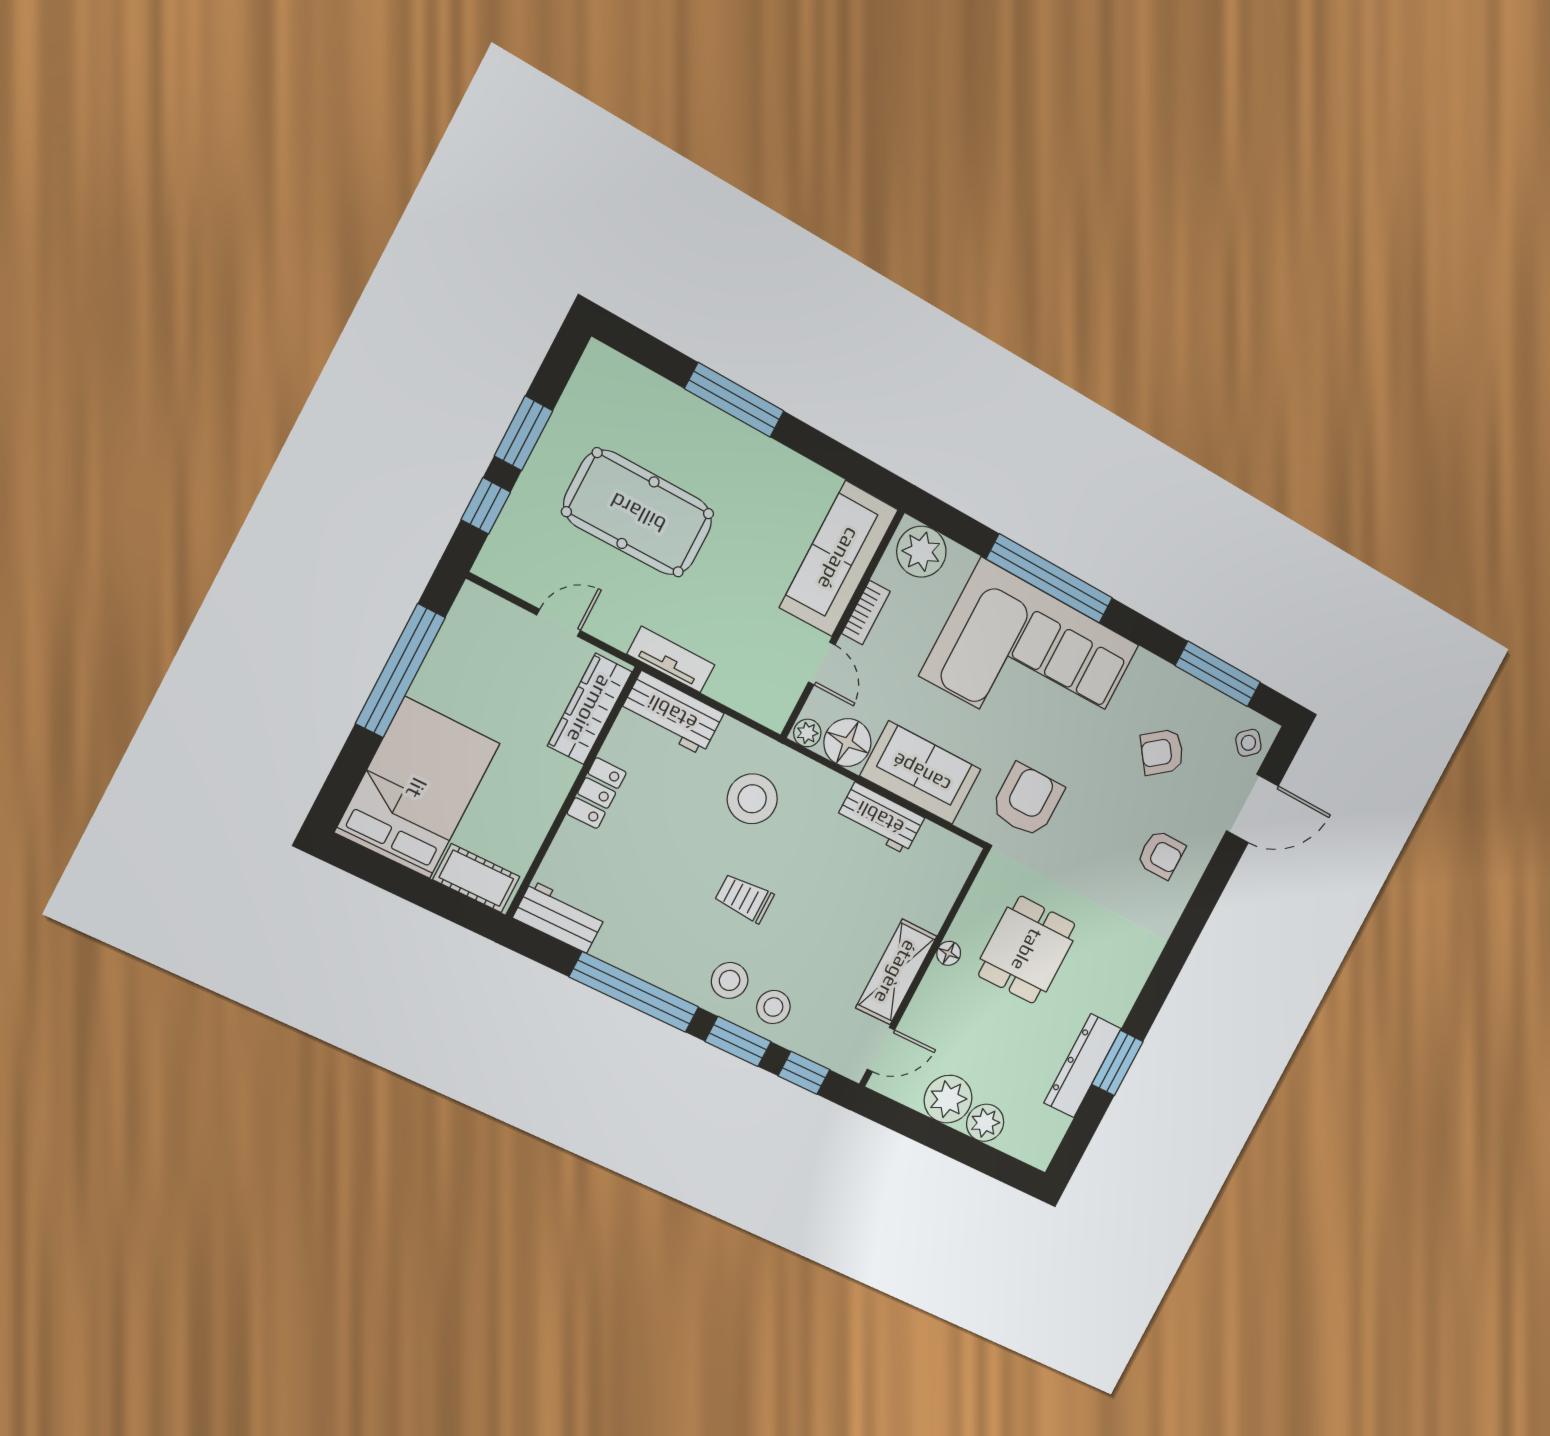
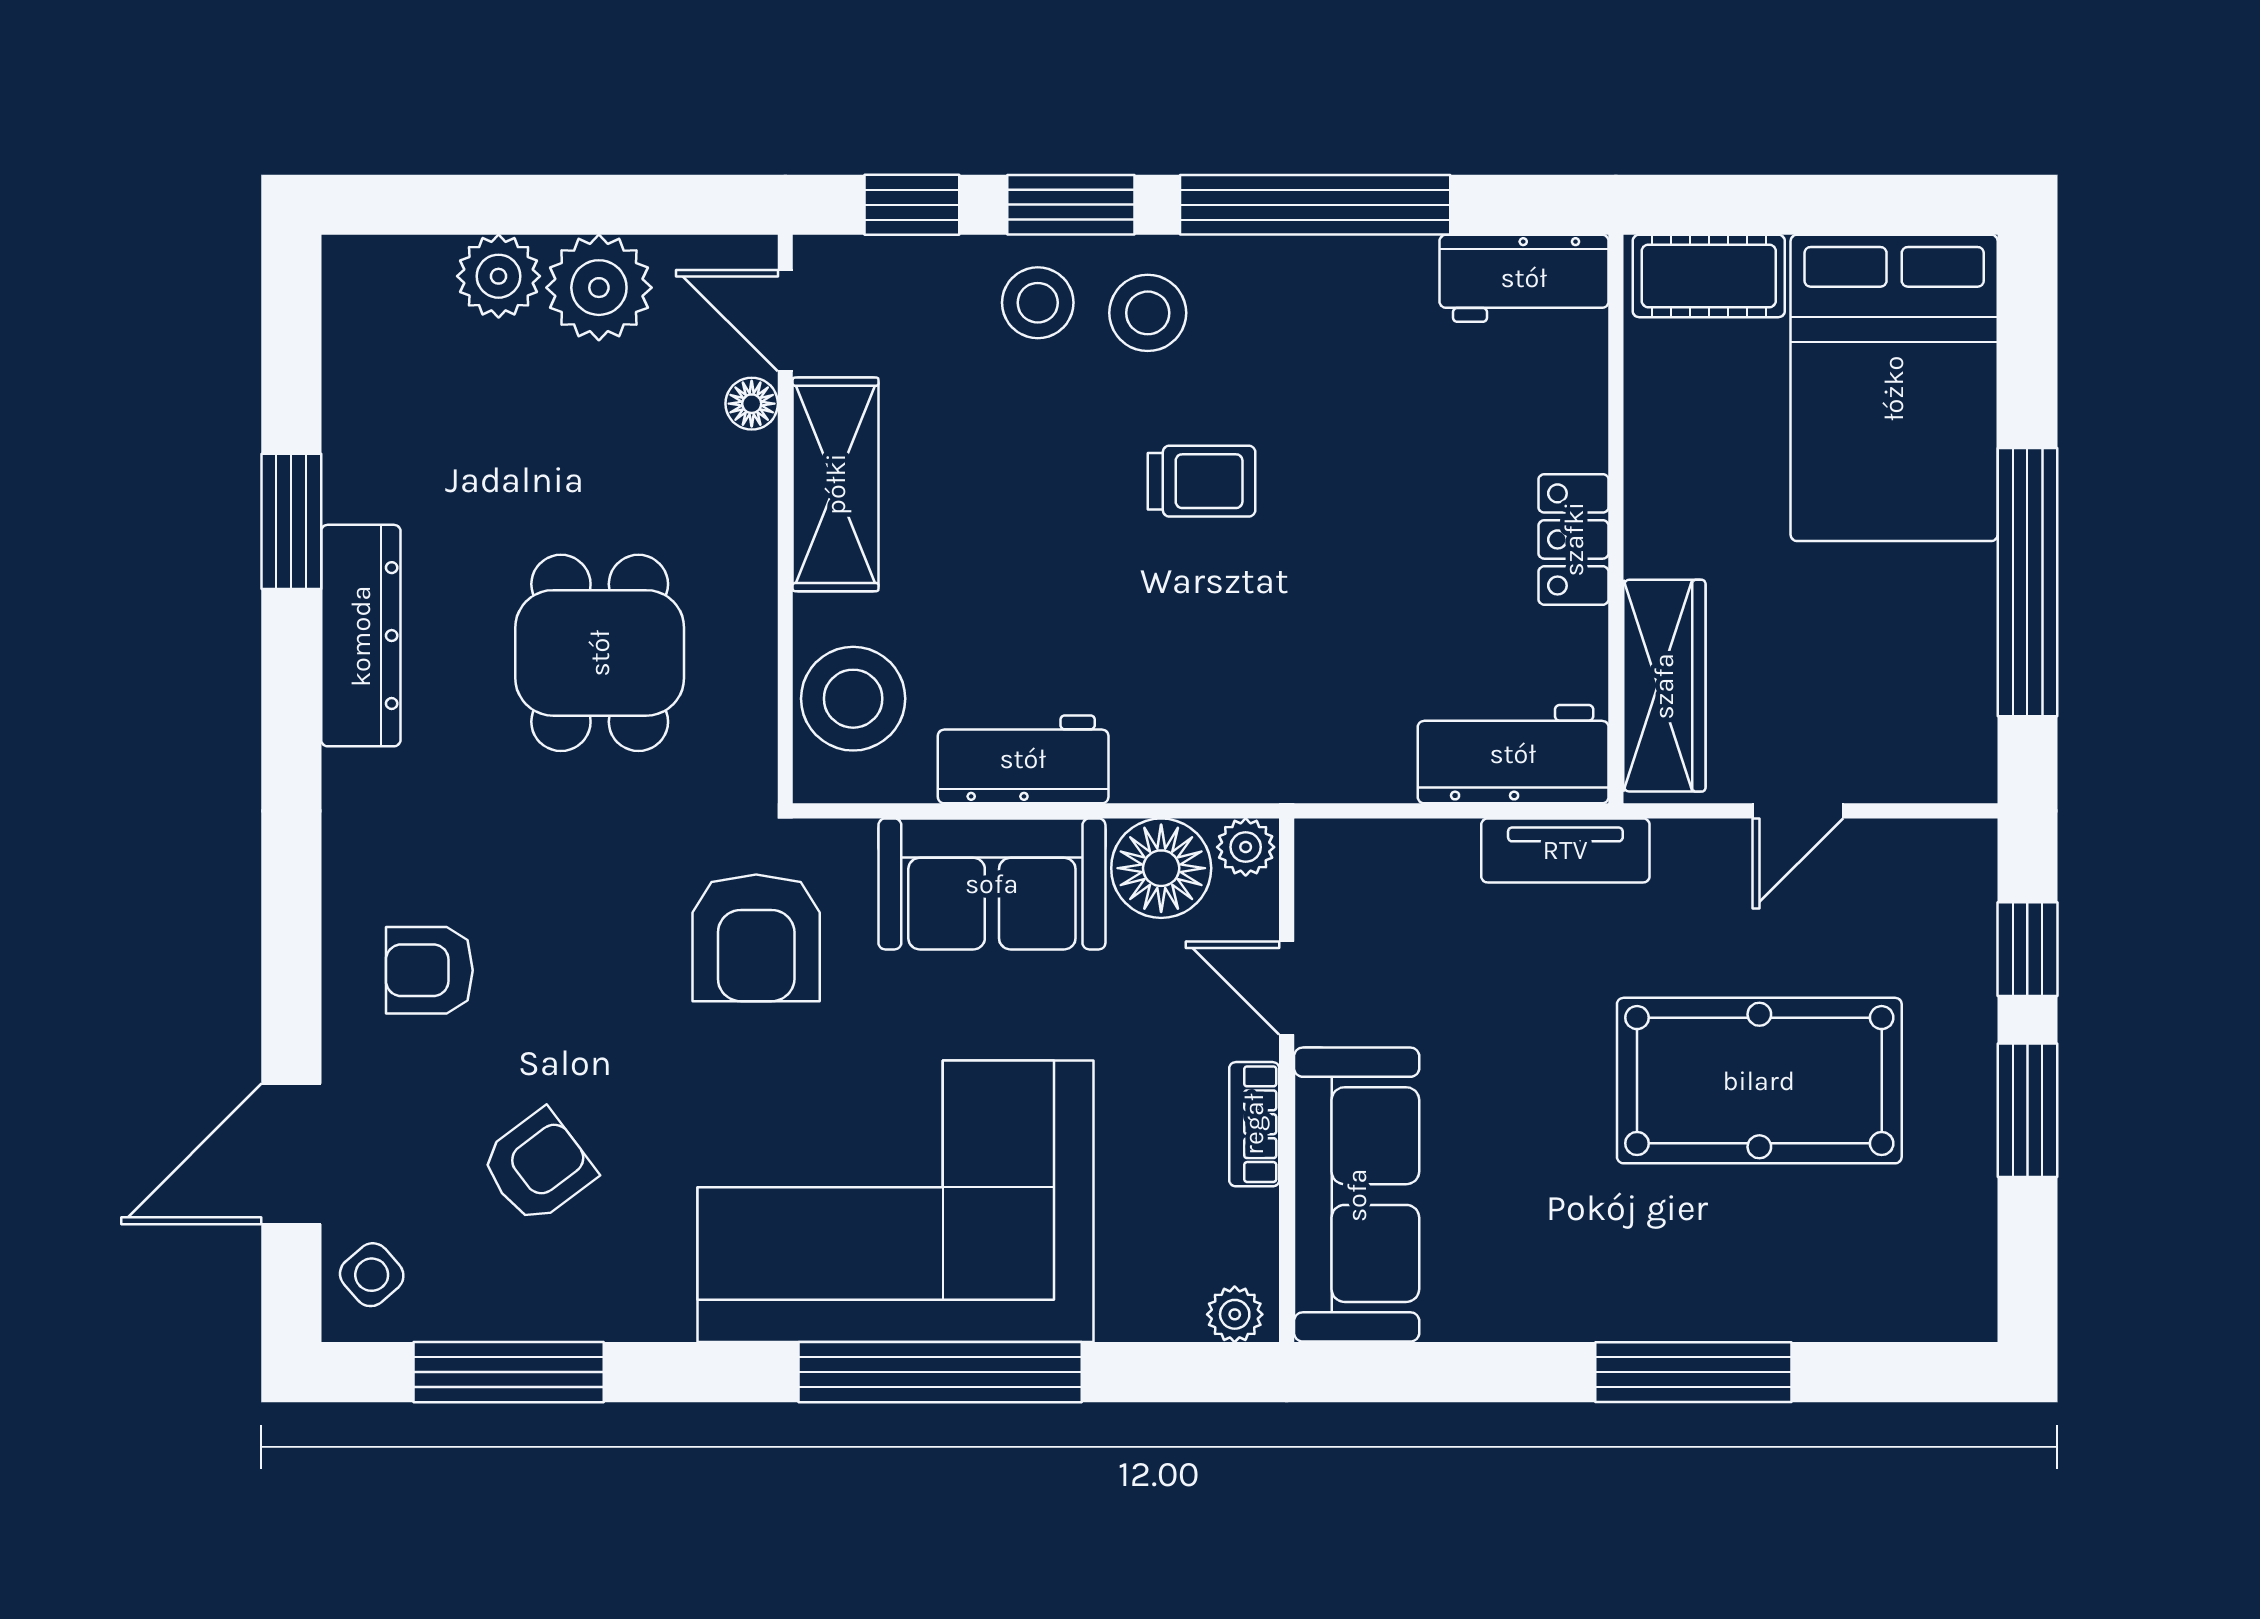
plant: (921, 552) -> (1235, 1314), width x0.53, depth x0.53
stool: (752, 799) -> (853, 699), moved
floor lamp: (949, 953) -> (752, 404), moved
door: (881, 1050) -> (785, 321), hinge flipped
dresser: (1082, 1066) -> (361, 636), moved

